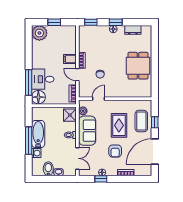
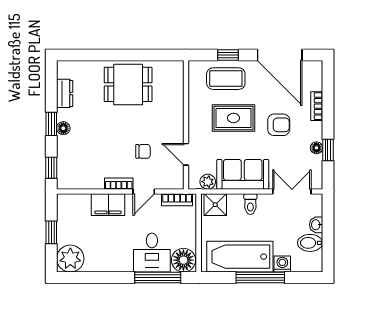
filing cabinet: (70, 59) -> (108, 205), width x2.00
bathtub: (38, 134) -> (240, 257), width x1.36, depth x1.36

